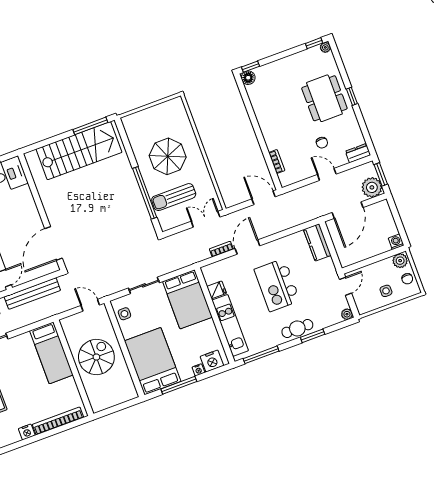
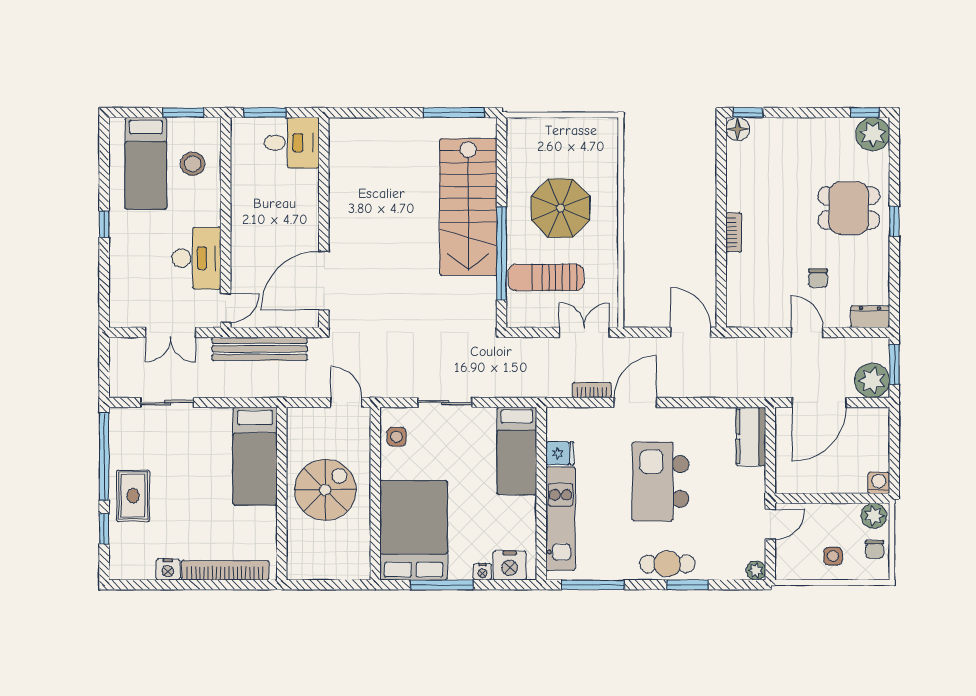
plant: (325, 47) -> (873, 134), width x1.87, depth x1.87
dining table: (324, 98) -> (849, 208), width x0.73
stairs: (79, 151) -> (468, 207), moved, turned 90
bookcase: (277, 162) -> (734, 232), moved
bed: (187, 299) -> (517, 451), width x0.67

